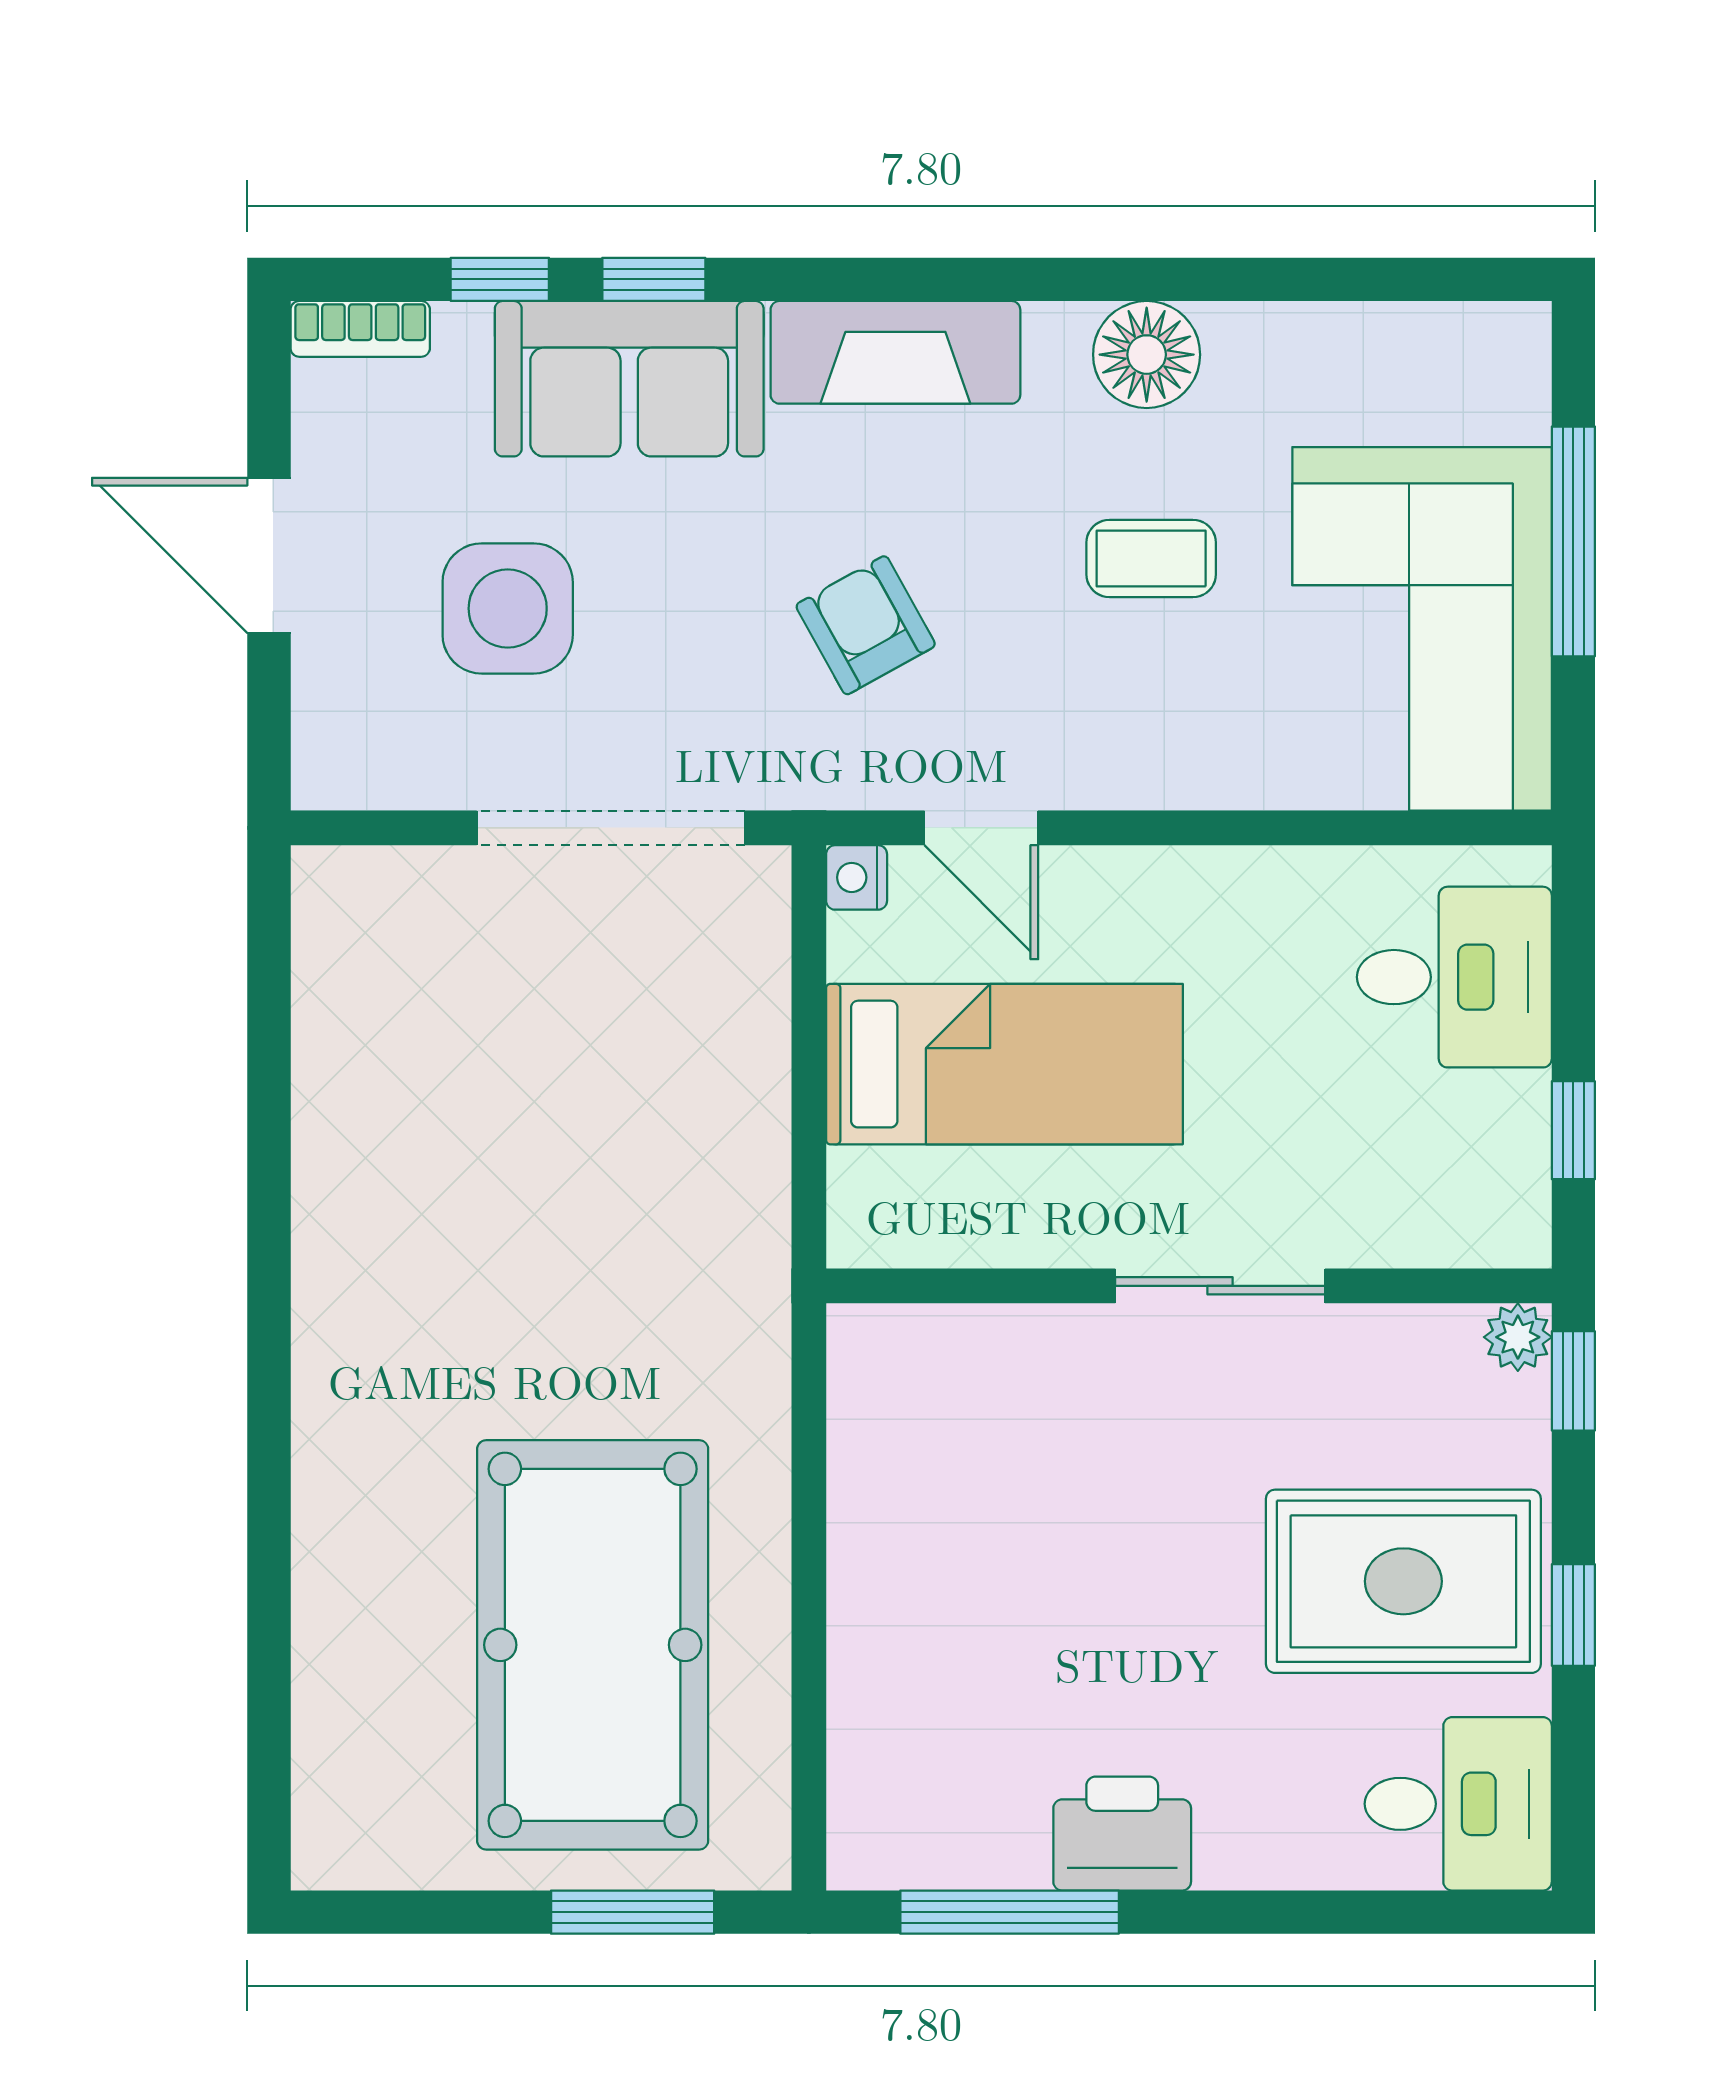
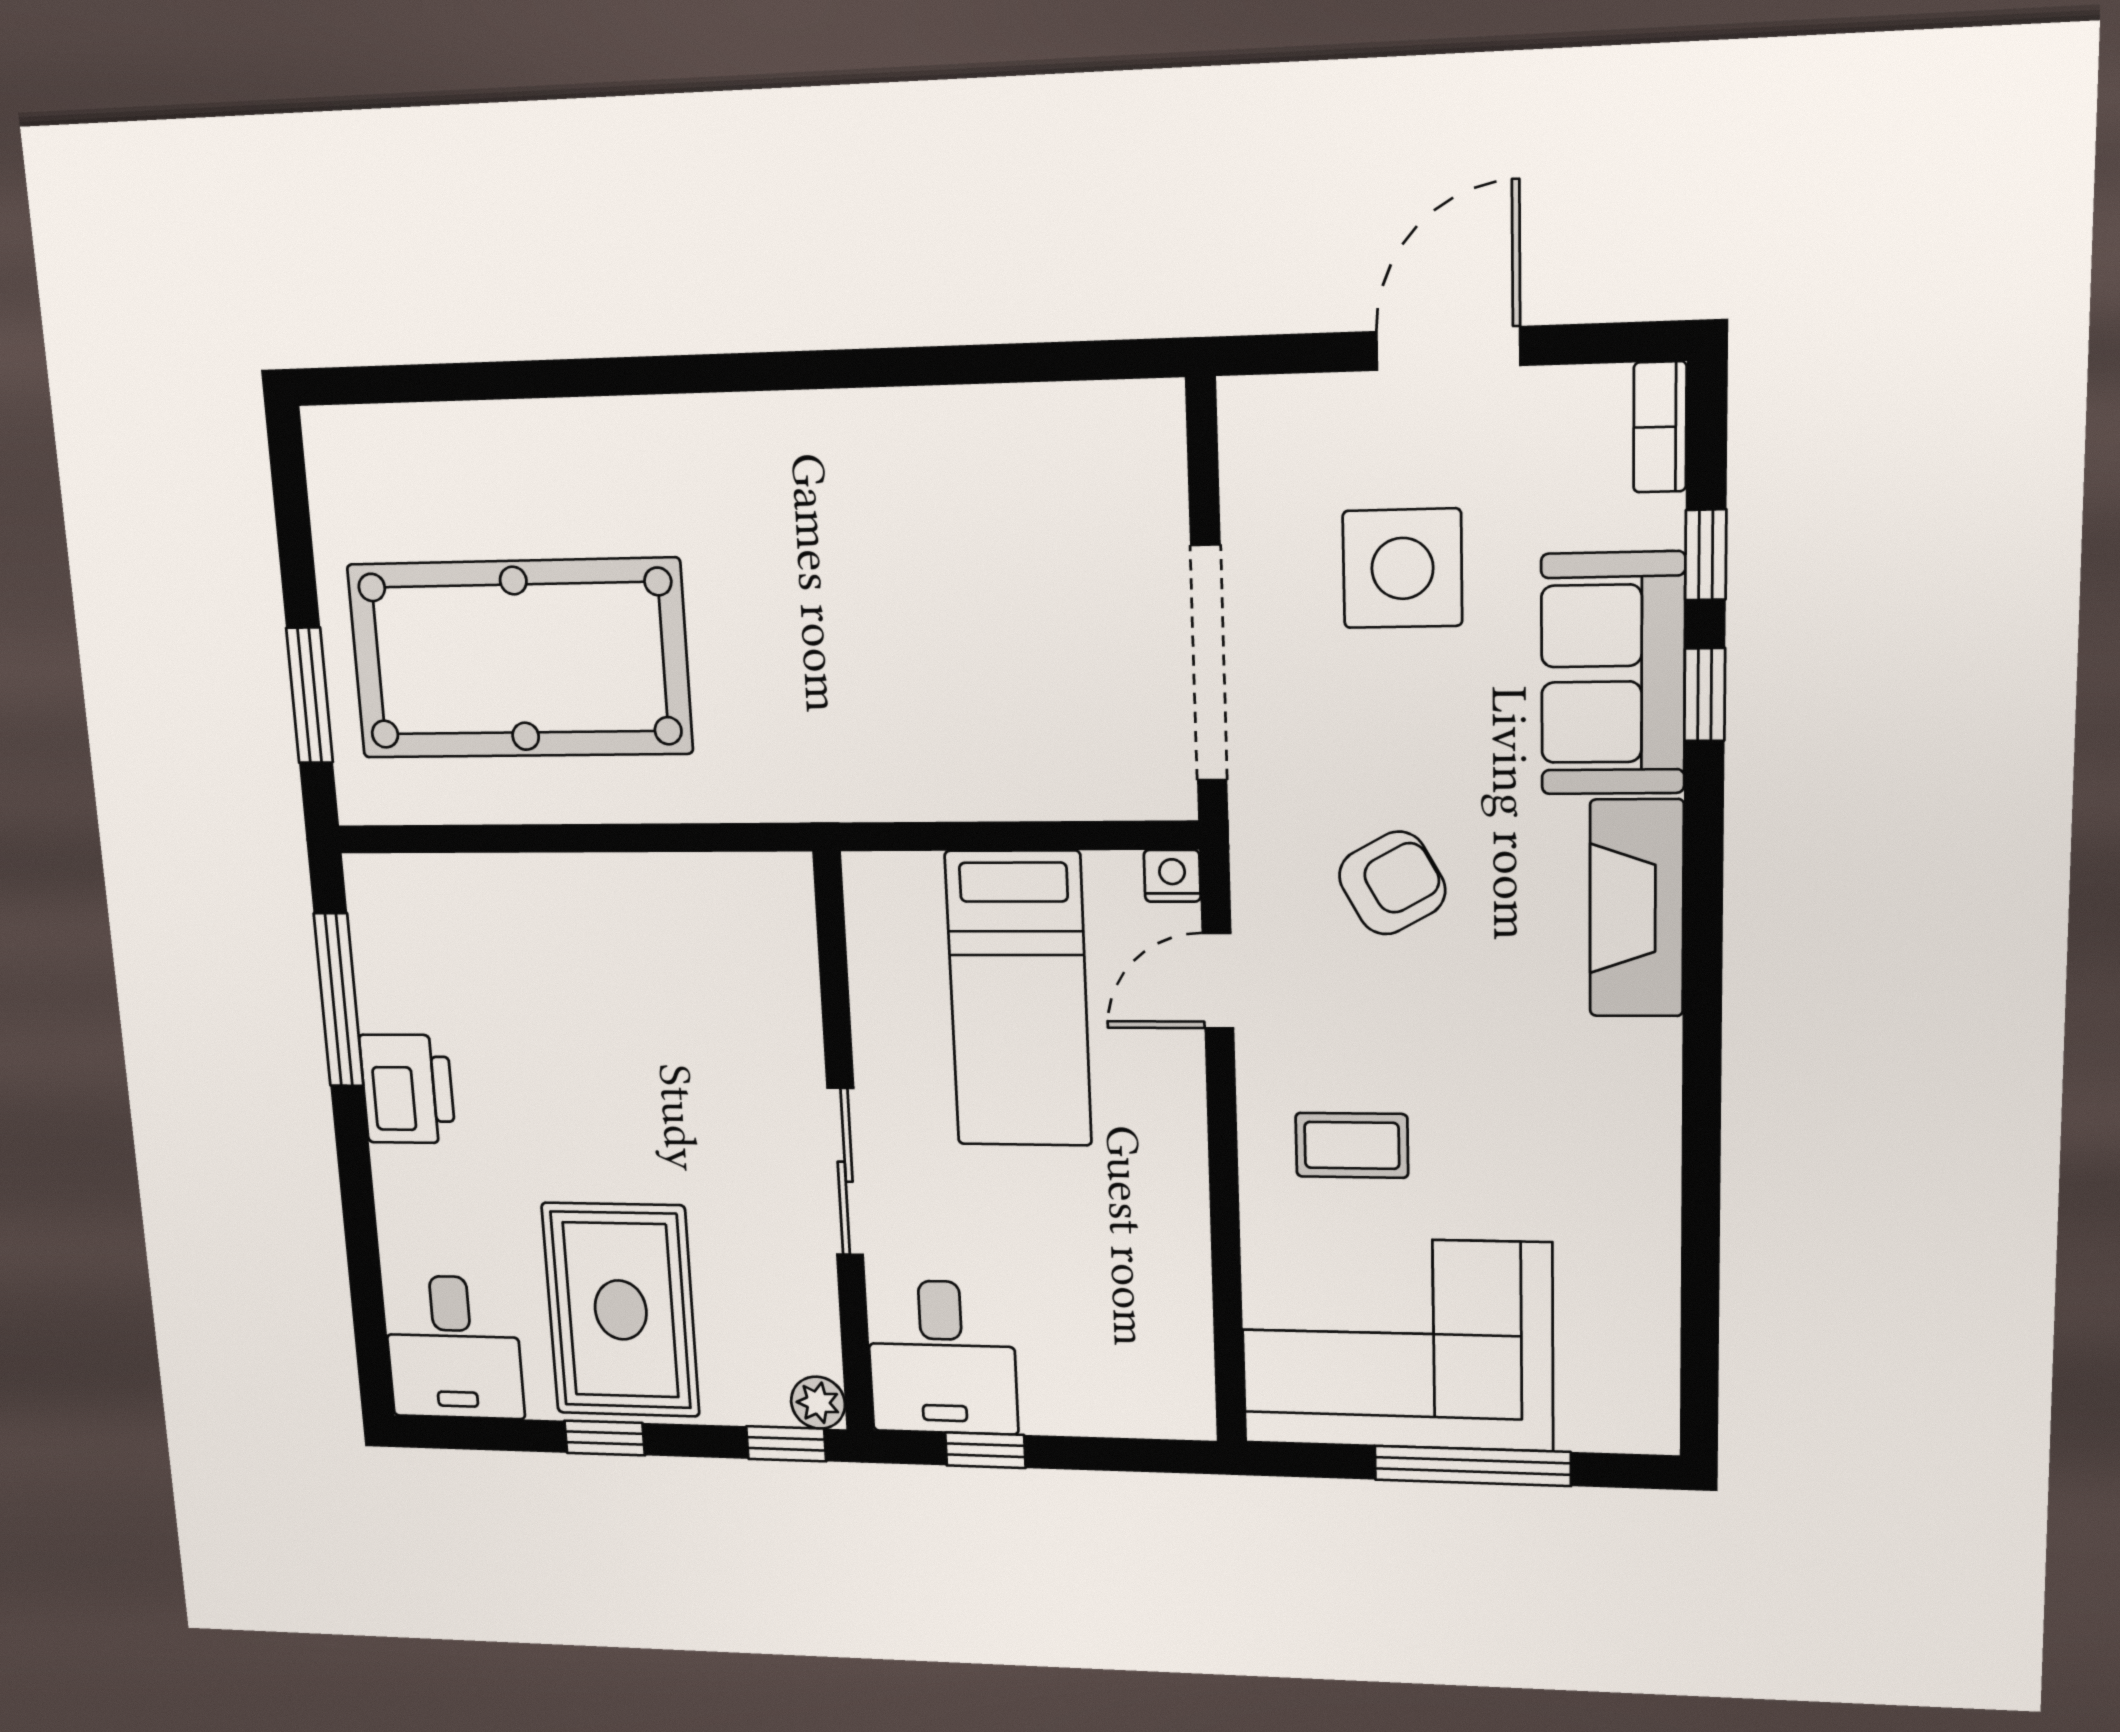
floor lamp: (1147, 355) -> (1634, 1123), removed
coffee table: (1151, 558) -> (1352, 1145), moved, turned 90
desk: (1454, 977) -> (942, 1357), moved

